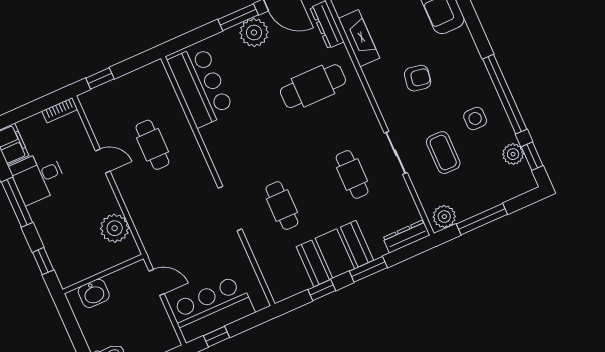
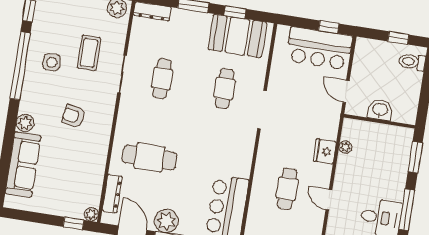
fireplace: (359, 38) -> (96, 170), removed
plant: (513, 154) -> (25, 123), moved
fridge: (139, 208) -> (325, 151), added
plant: (115, 228) -> (345, 147), width x0.53, depth x0.53
booth: (335, 254) -> (237, 36), moved
window: (43, 261) -> (415, 157), width x1.50
washbasin: (94, 293) -> (380, 110), moved

